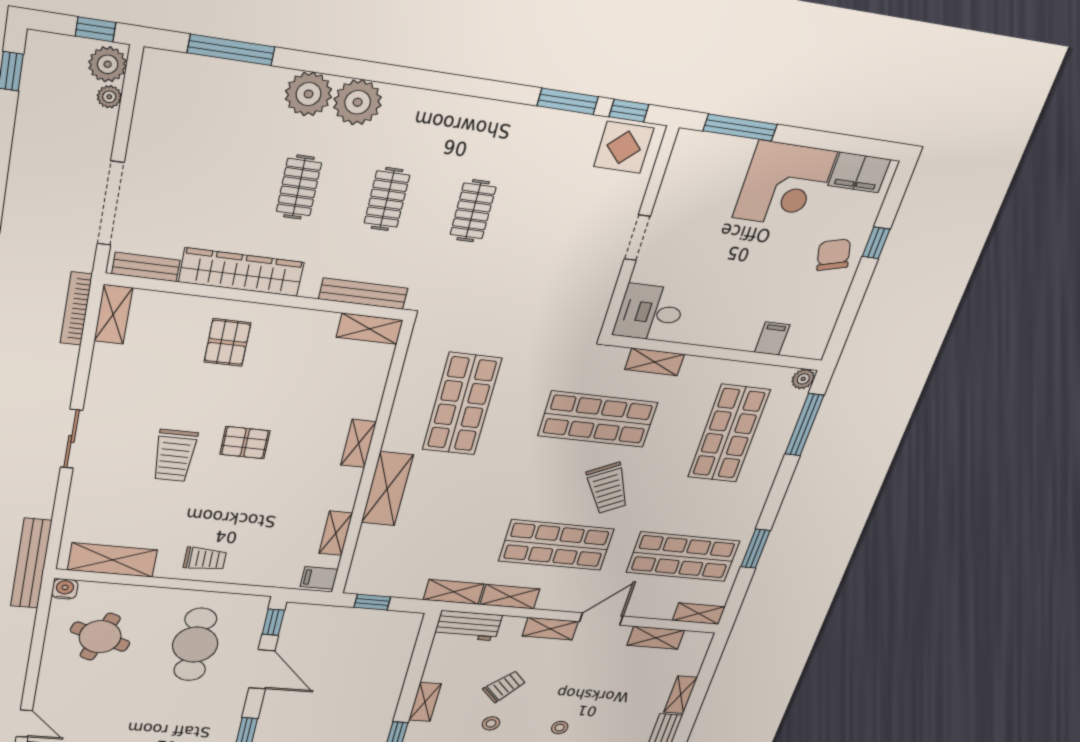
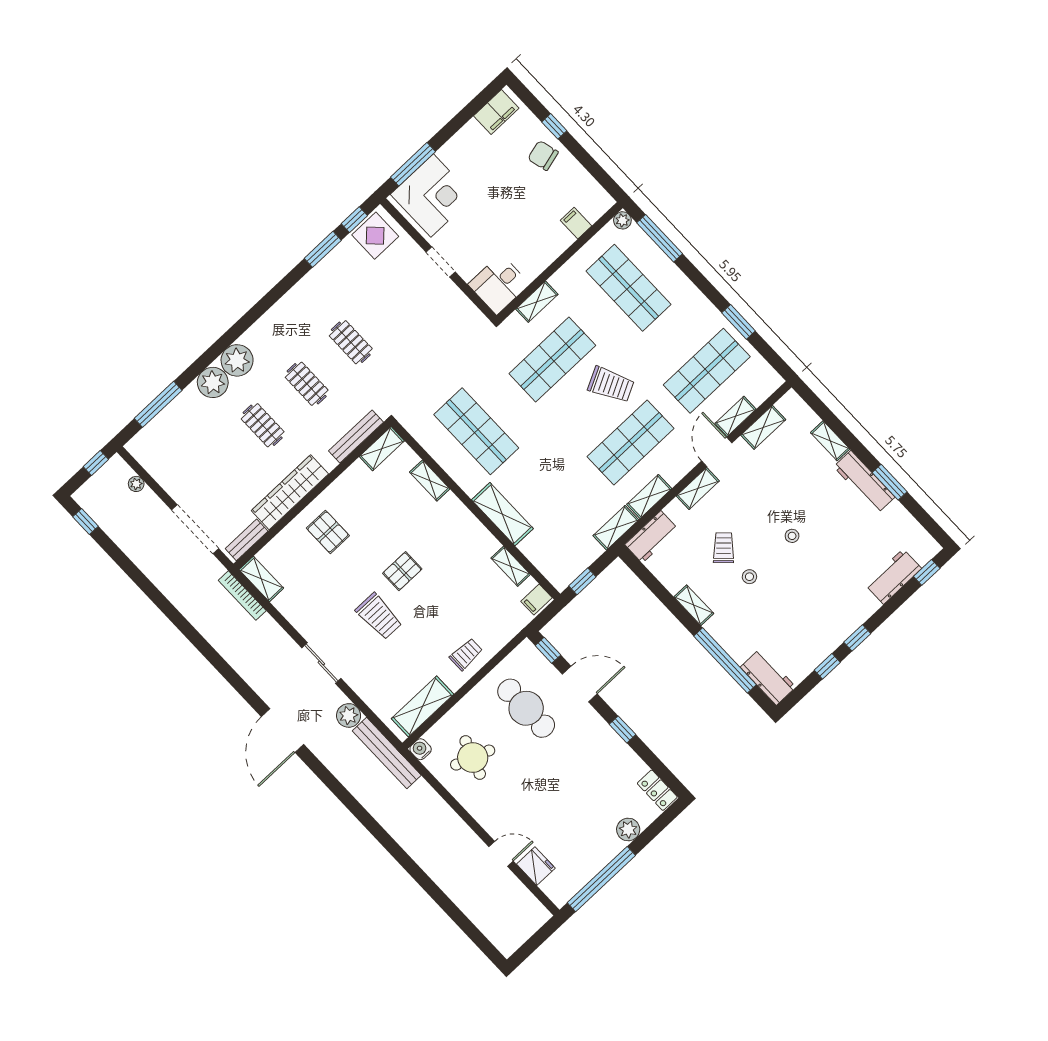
plant: (108, 64) -> (349, 715), moved
corner desk: (785, 185) -> (432, 196), moved
shelving: (359, 443) -> (430, 481), moved
shelving: (699, 614) -> (735, 416), moved

